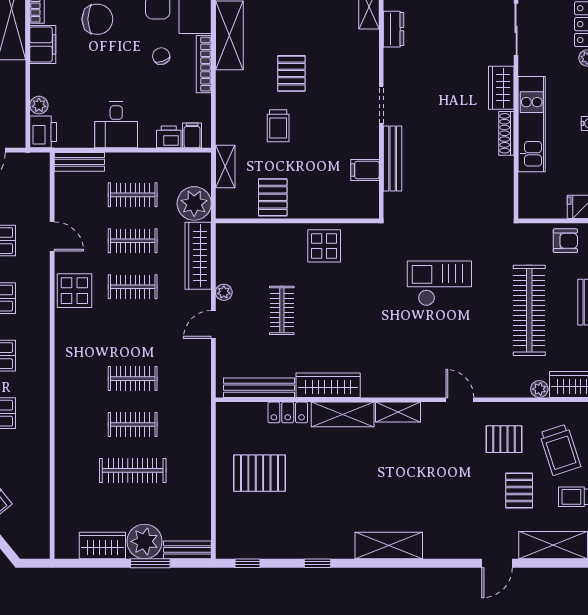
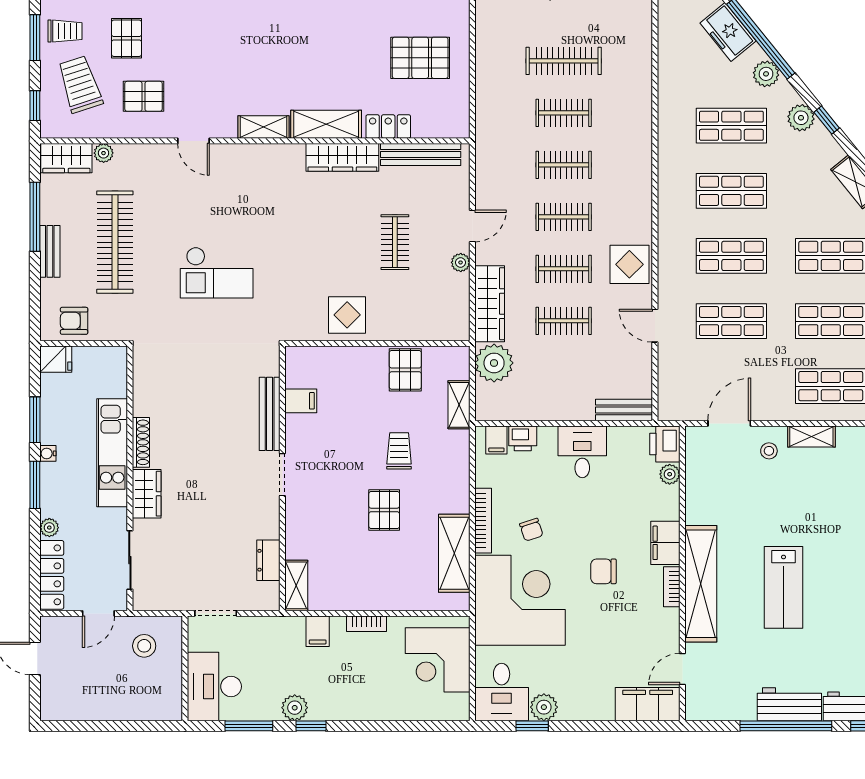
chair: (97, 19) -> (603, 571), width x0.73, depth x0.73
clothes rail: (133, 195) -> (564, 217), moved

